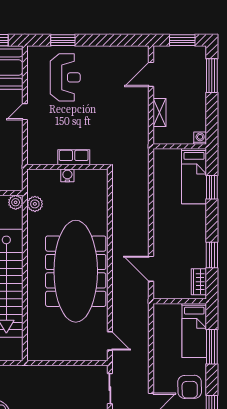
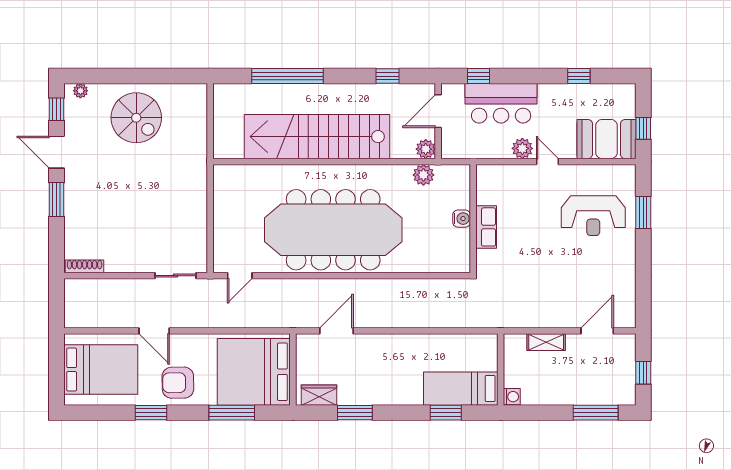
window: (182, 40) -> (643, 373), width x0.67
door: (151, 74) -> (597, 331), hinge flipped
plant: (15, 130) -> (522, 148), added
bed: (194, 330) -> (254, 372), width x2.04

